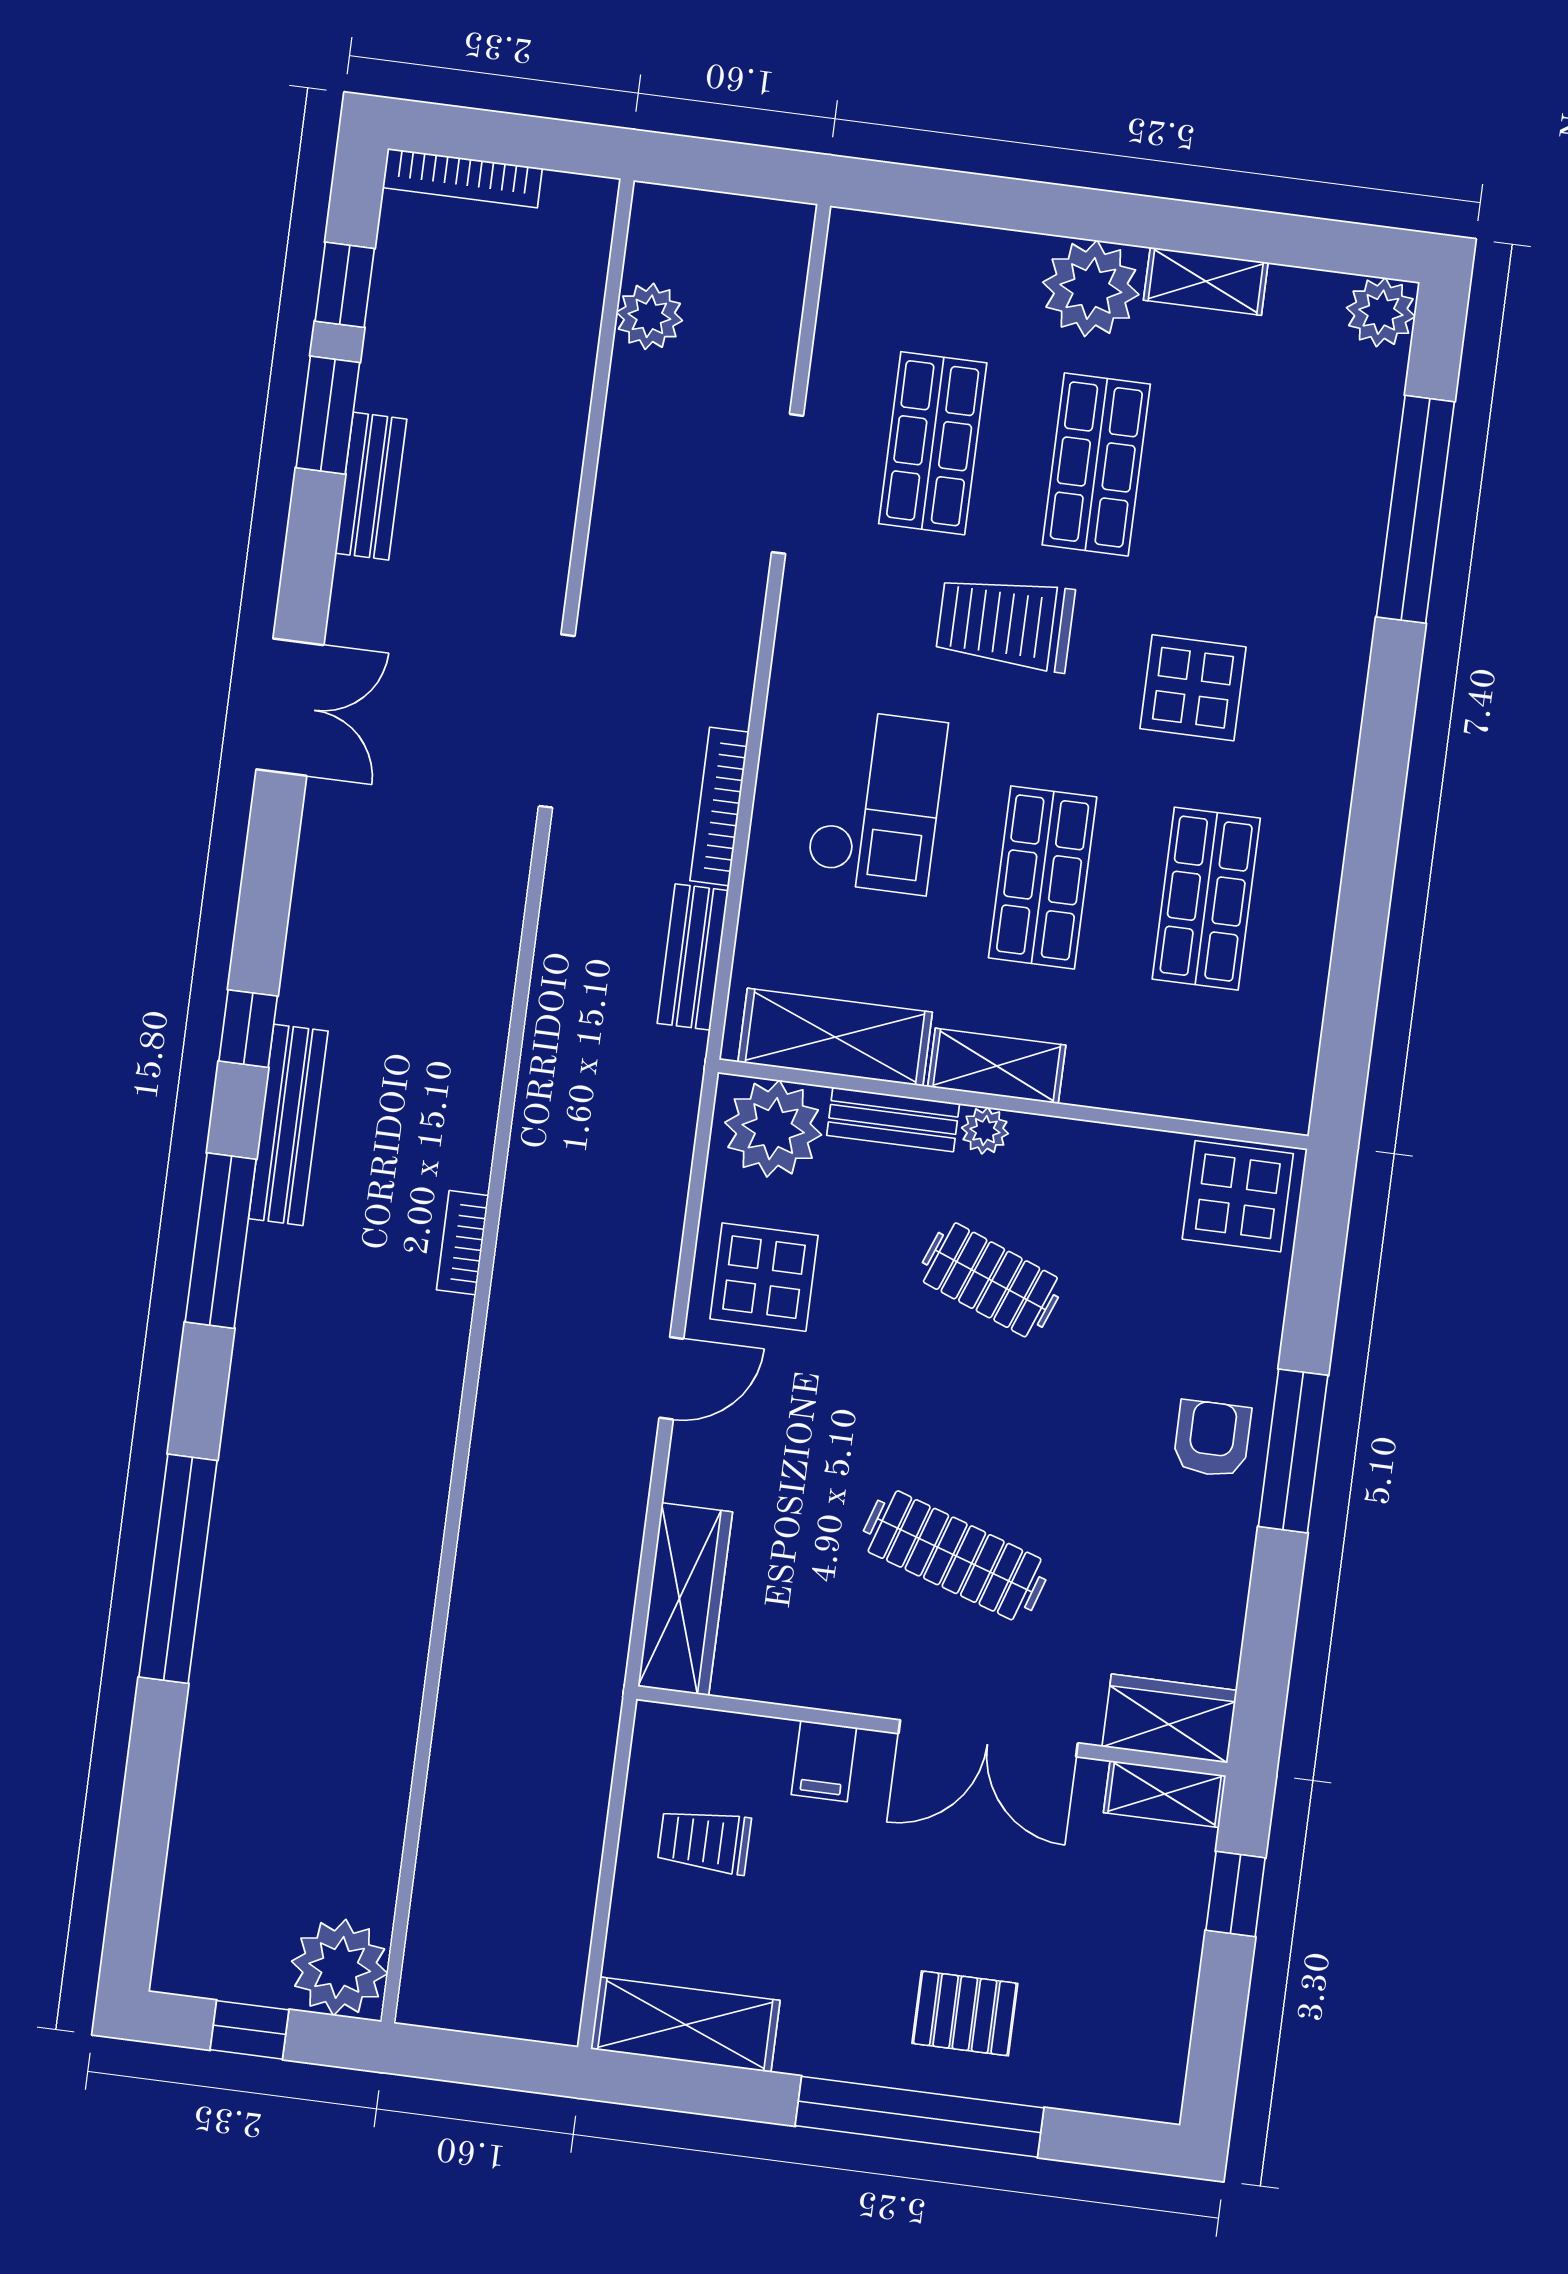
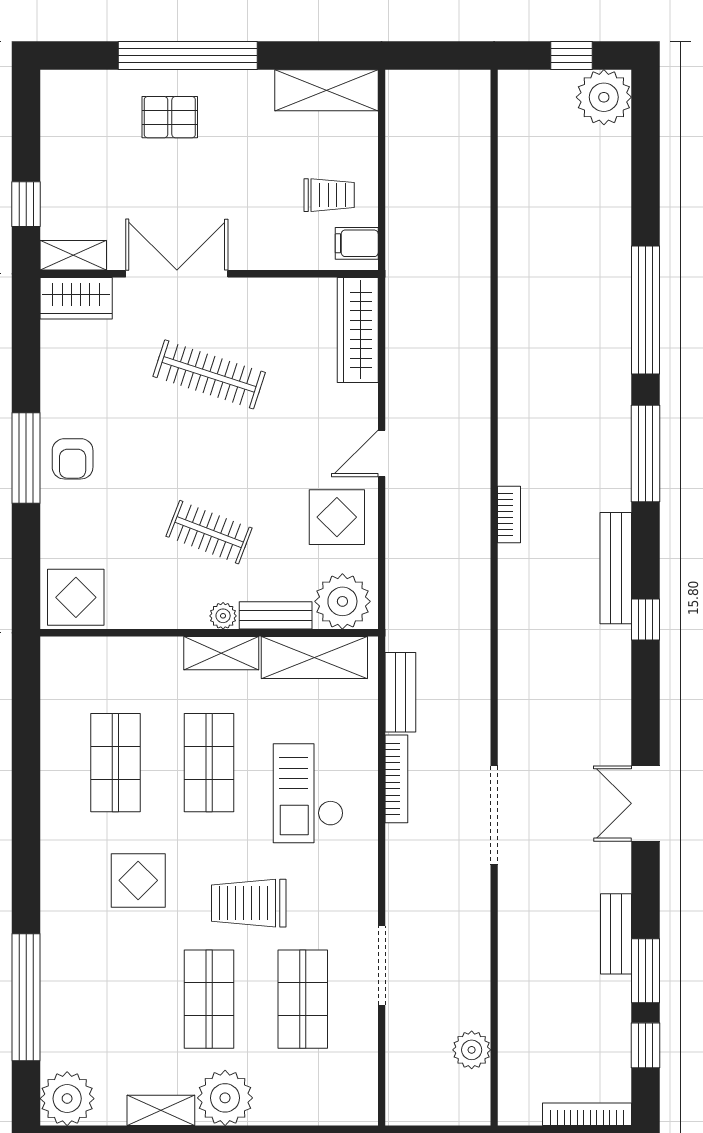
plant: (1381, 312) -> (67, 1099), width x1.36, depth x1.36
trolley: (1005, 623) -> (249, 903), turned 180
window: (221, 1241) -> (645, 454), moved
filing cabinet: (824, 1761) -> (357, 243), moved, turned -90
plant: (340, 1967) -> (604, 97), moved

